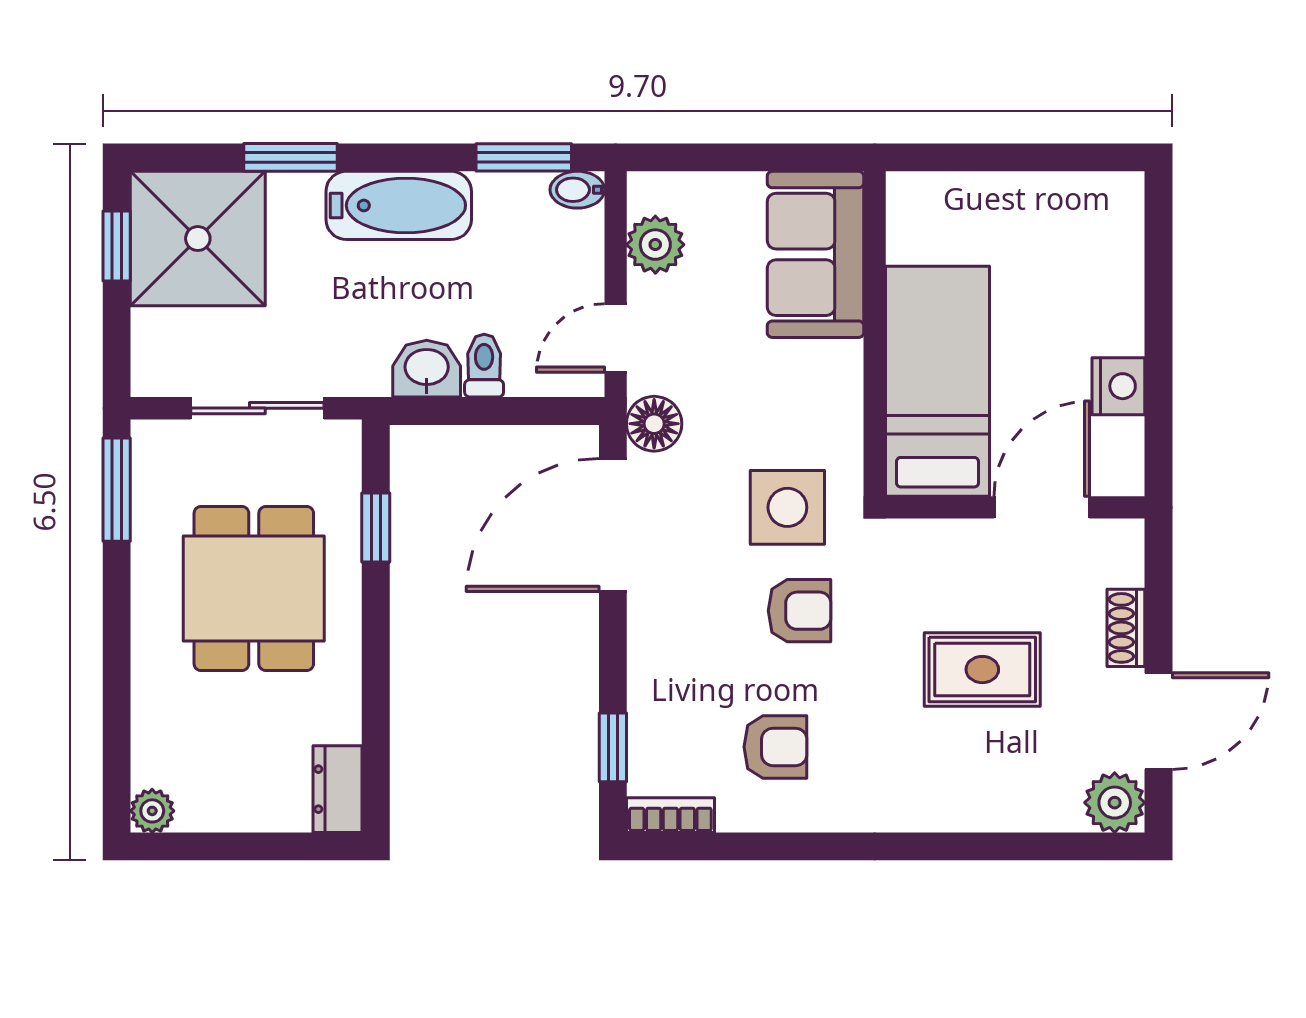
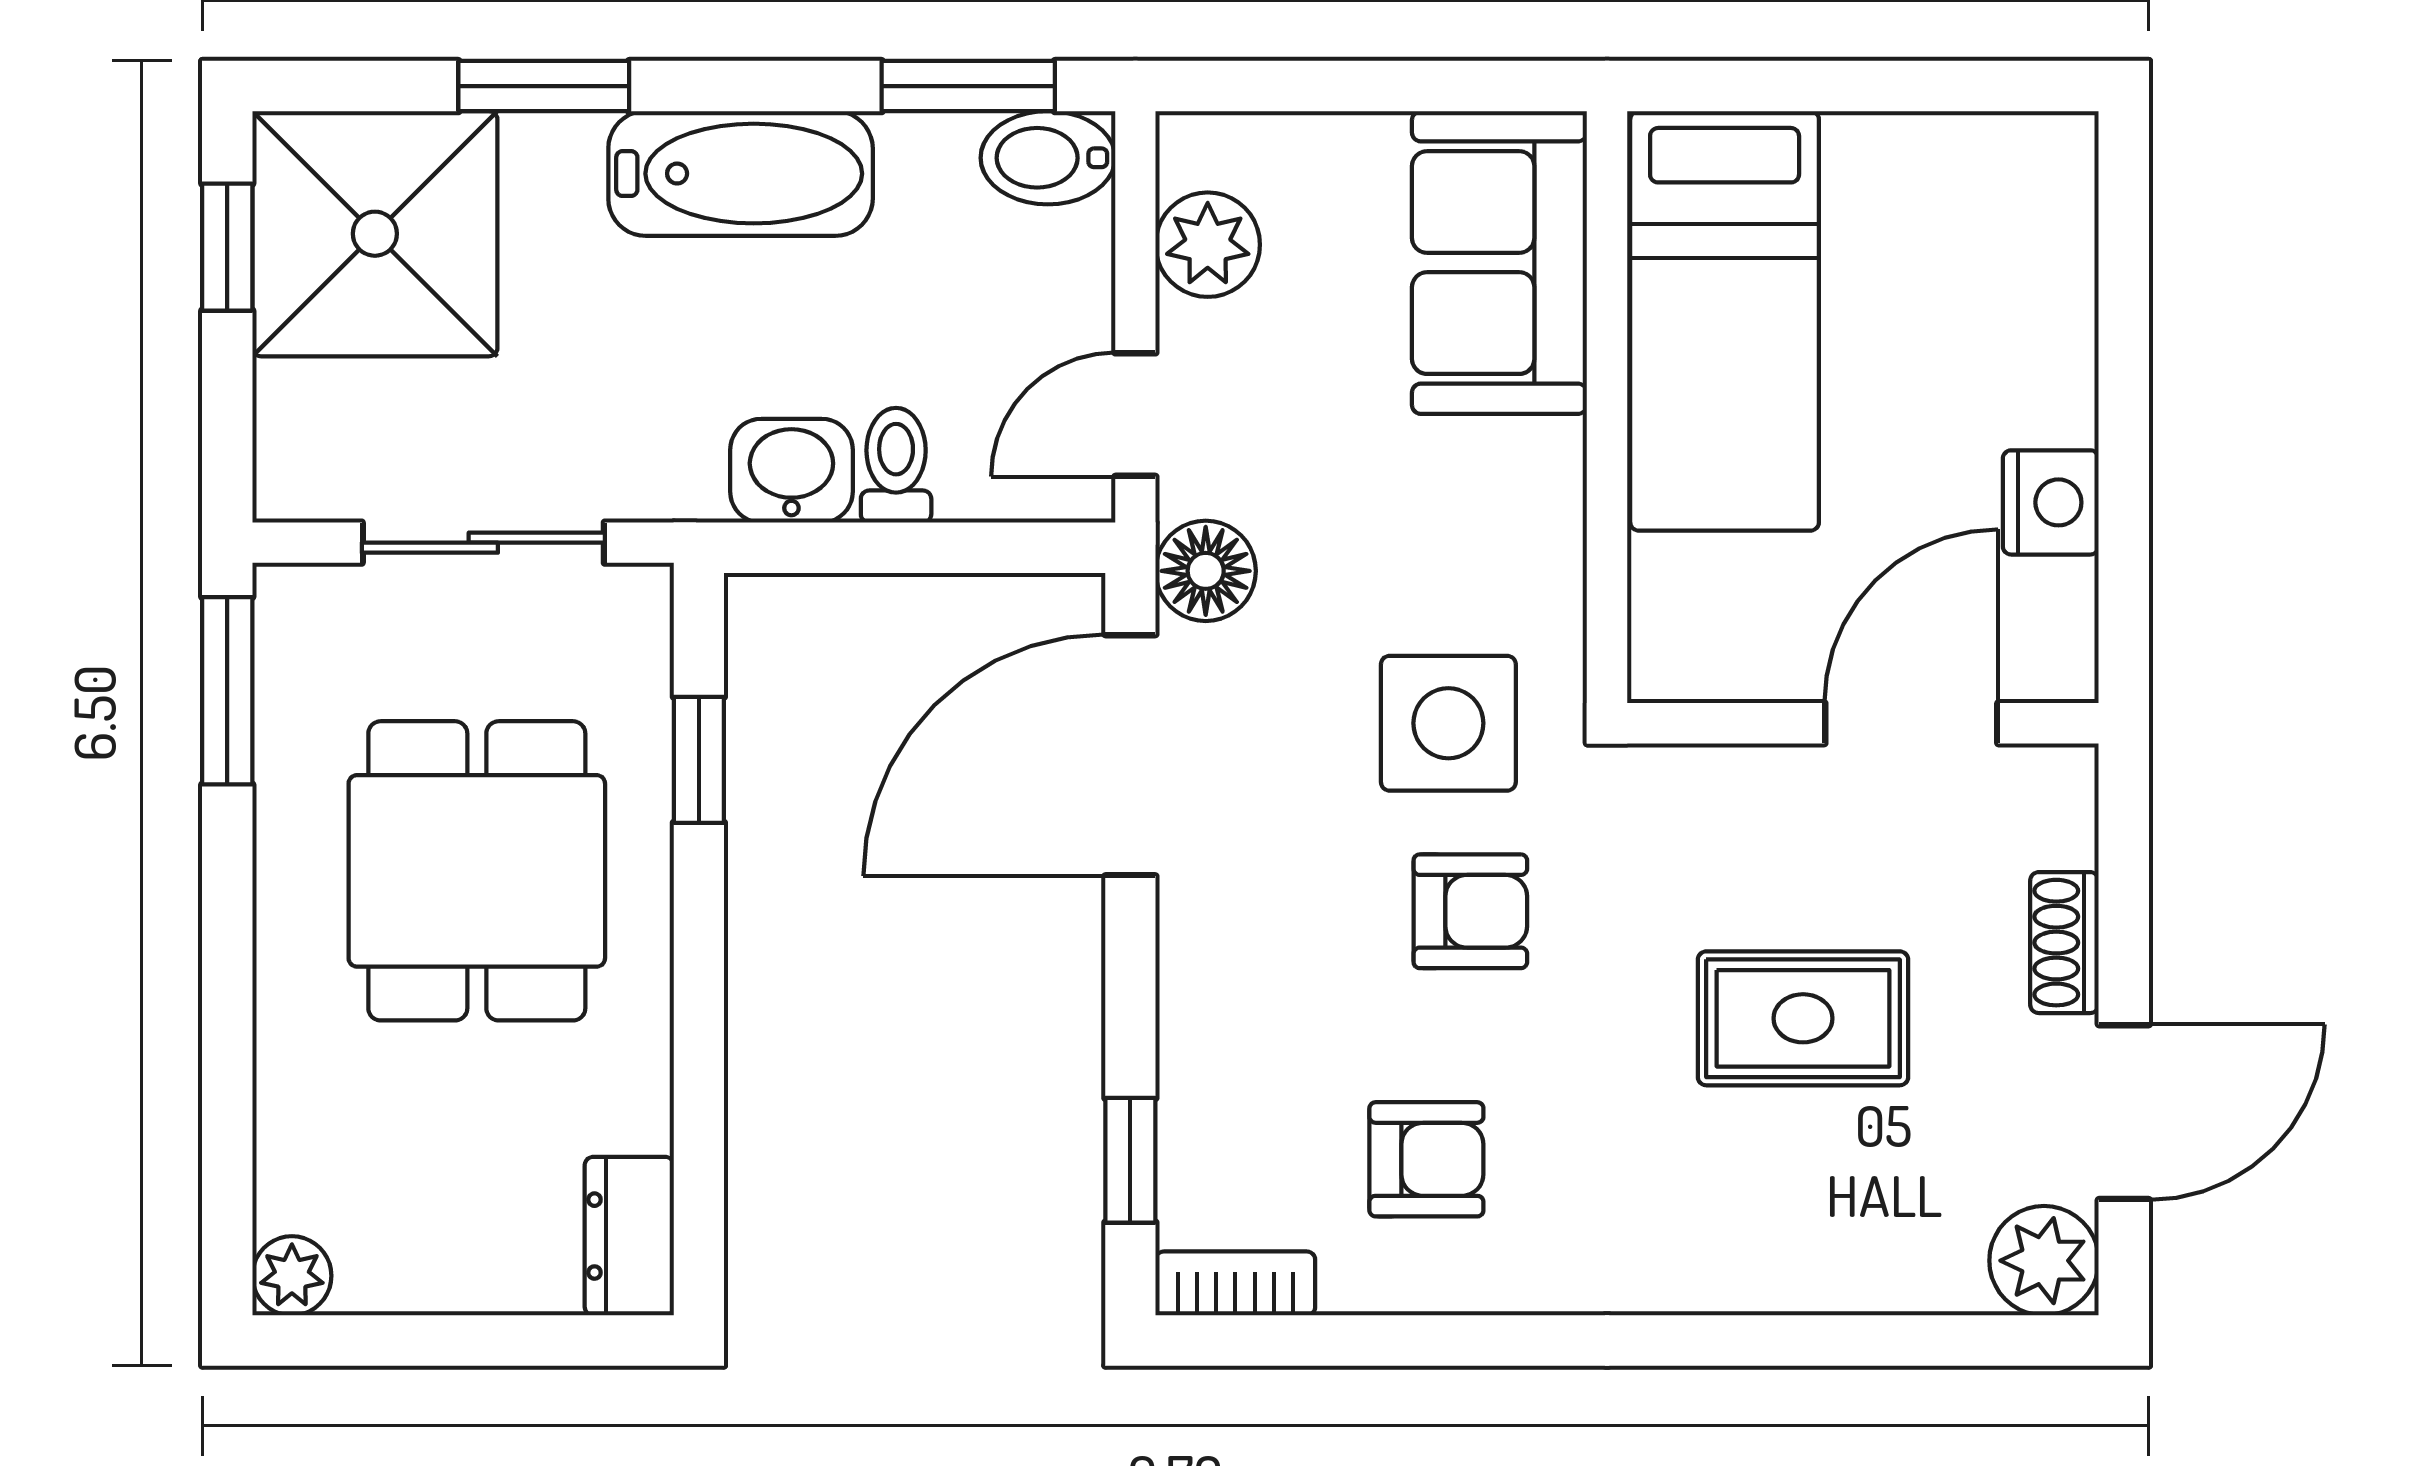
bidet: (577, 190) -> (1048, 158), width x1.38, depth x1.36
bed: (937, 381) -> (1725, 321), moved, turned 180

